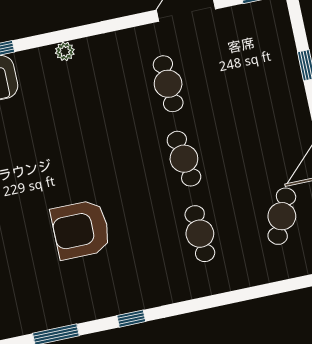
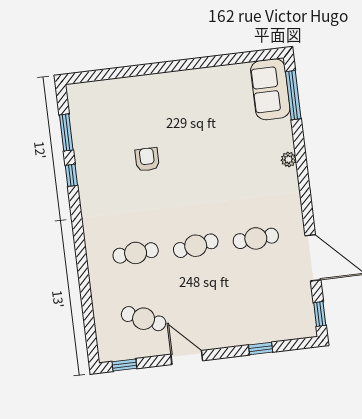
armchair: (81, 230) -> (147, 159), width x0.53, depth x0.53
window: (131, 319) -> (71, 175), moved

